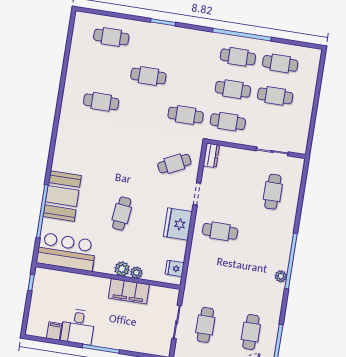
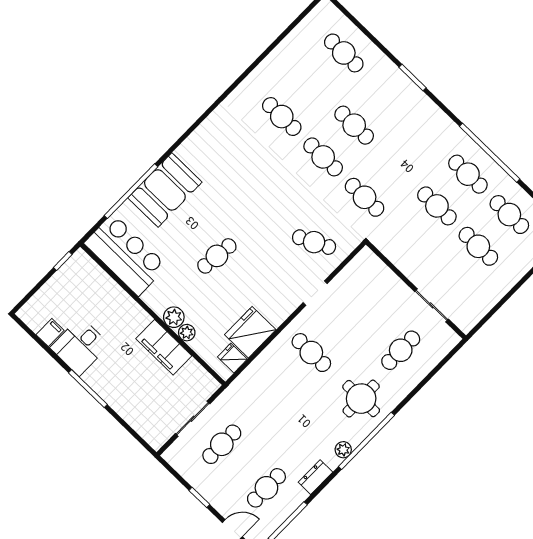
cafe table: (228, 122) -> (323, 157), moved
dresser: (211, 155) -> (315, 477), moved, turned 180
fridge: (178, 224) -> (250, 332), moved
round table: (270, 238) -> (361, 399), added

